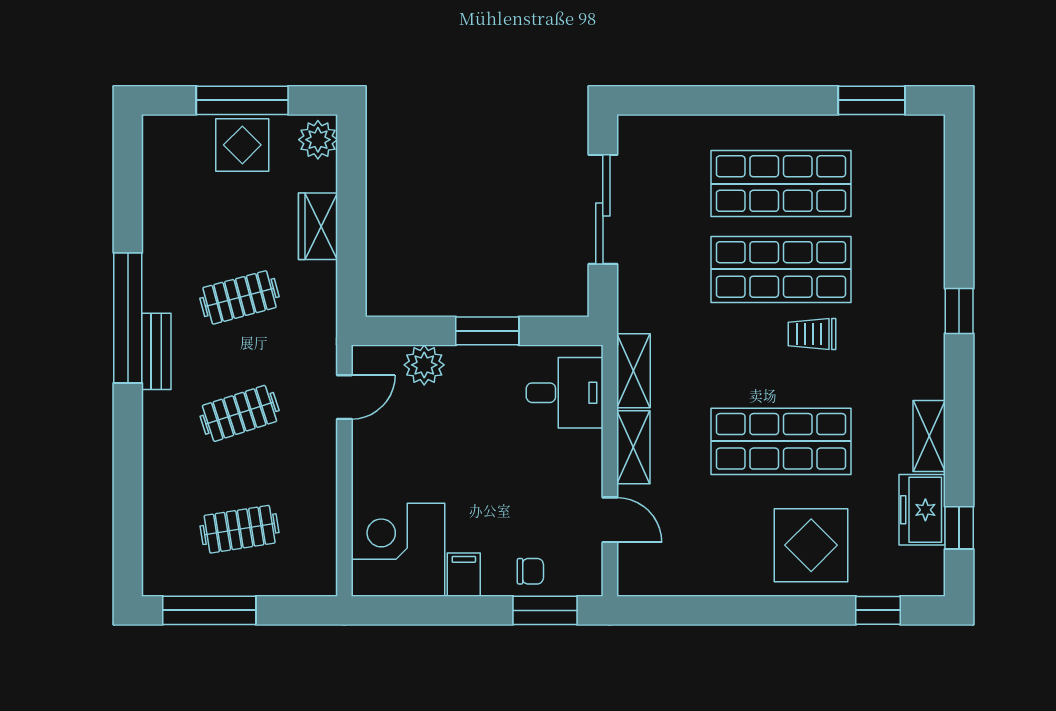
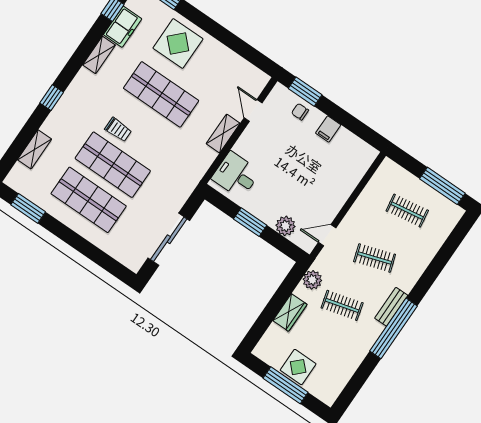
plant: (318, 140) -> (312, 280), moved
shelving: (633, 371) -> (34, 149), moved
corner desk: (398, 550) -> (348, 158), removed

